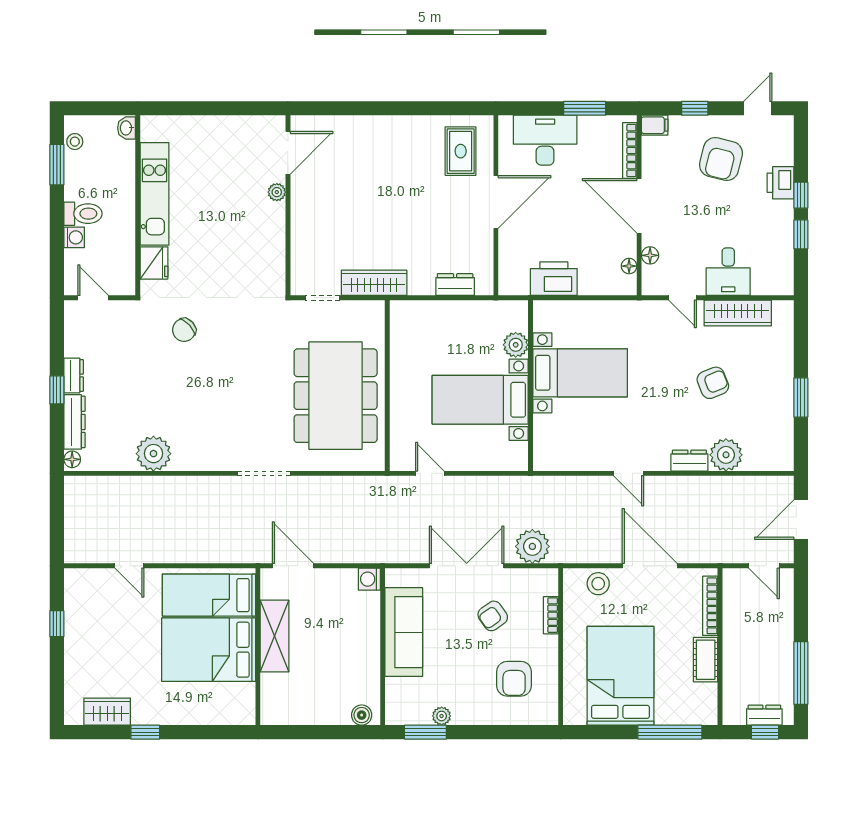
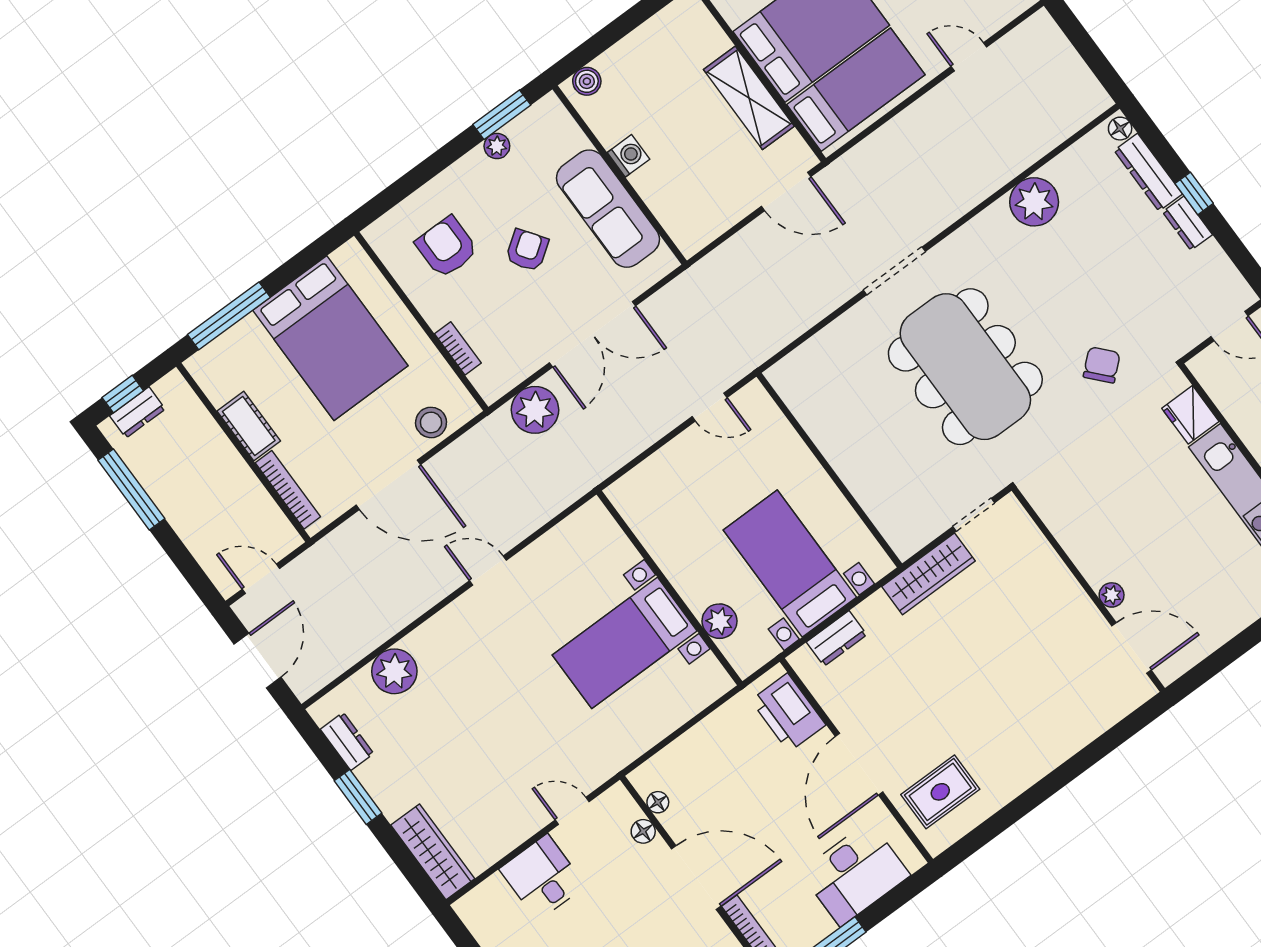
rug: (461, 151) -> (940, 792), turned 90
door: (288, 153) -> (1131, 648), swing flipped
printer: (554, 279) -> (788, 713), moved, turned 90
wardrobe: (738, 313) -> (433, 852), moved, turned 90
armchair: (713, 383) -> (468, 741), removed
dining table: (336, 396) -> (965, 367), moved
bed with nightstands: (480, 400) -> (790, 564), moved, turned -90
dresser: (689, 461) -> (347, 741), moved, turned -90
washing machine: (369, 579) -> (628, 156), moved
armchair: (493, 616) -> (527, 250), moved

